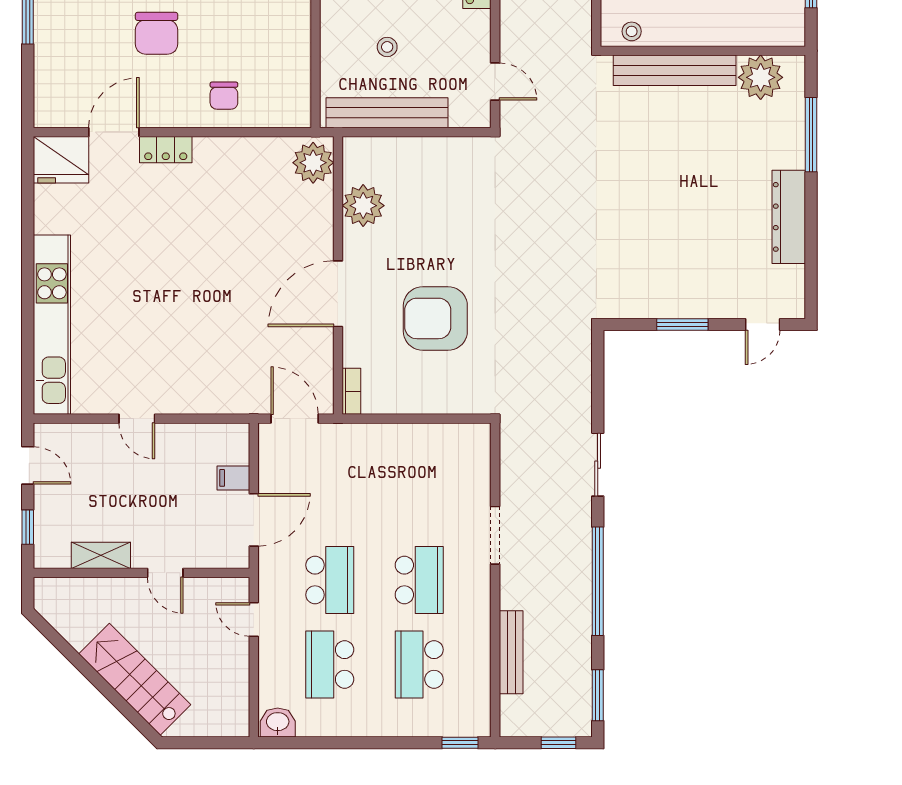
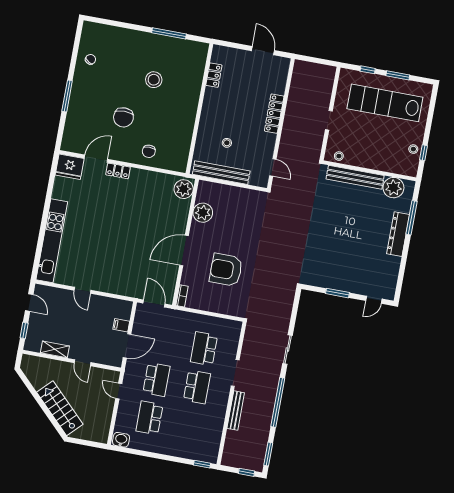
dresser: (789, 217) -> (398, 234), moved
bench: (511, 652) -> (236, 411), moved
school desk: (419, 664) -> (204, 349), moved

